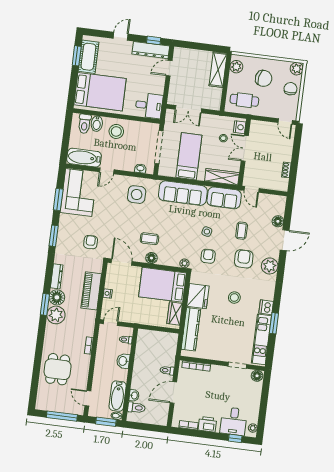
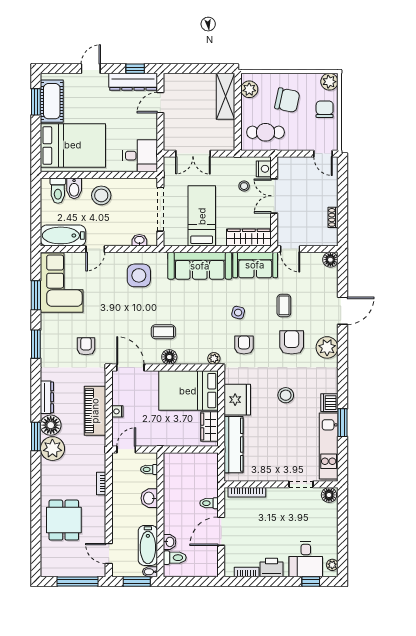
floor lamp: (278, 221) -> (330, 260), moved

